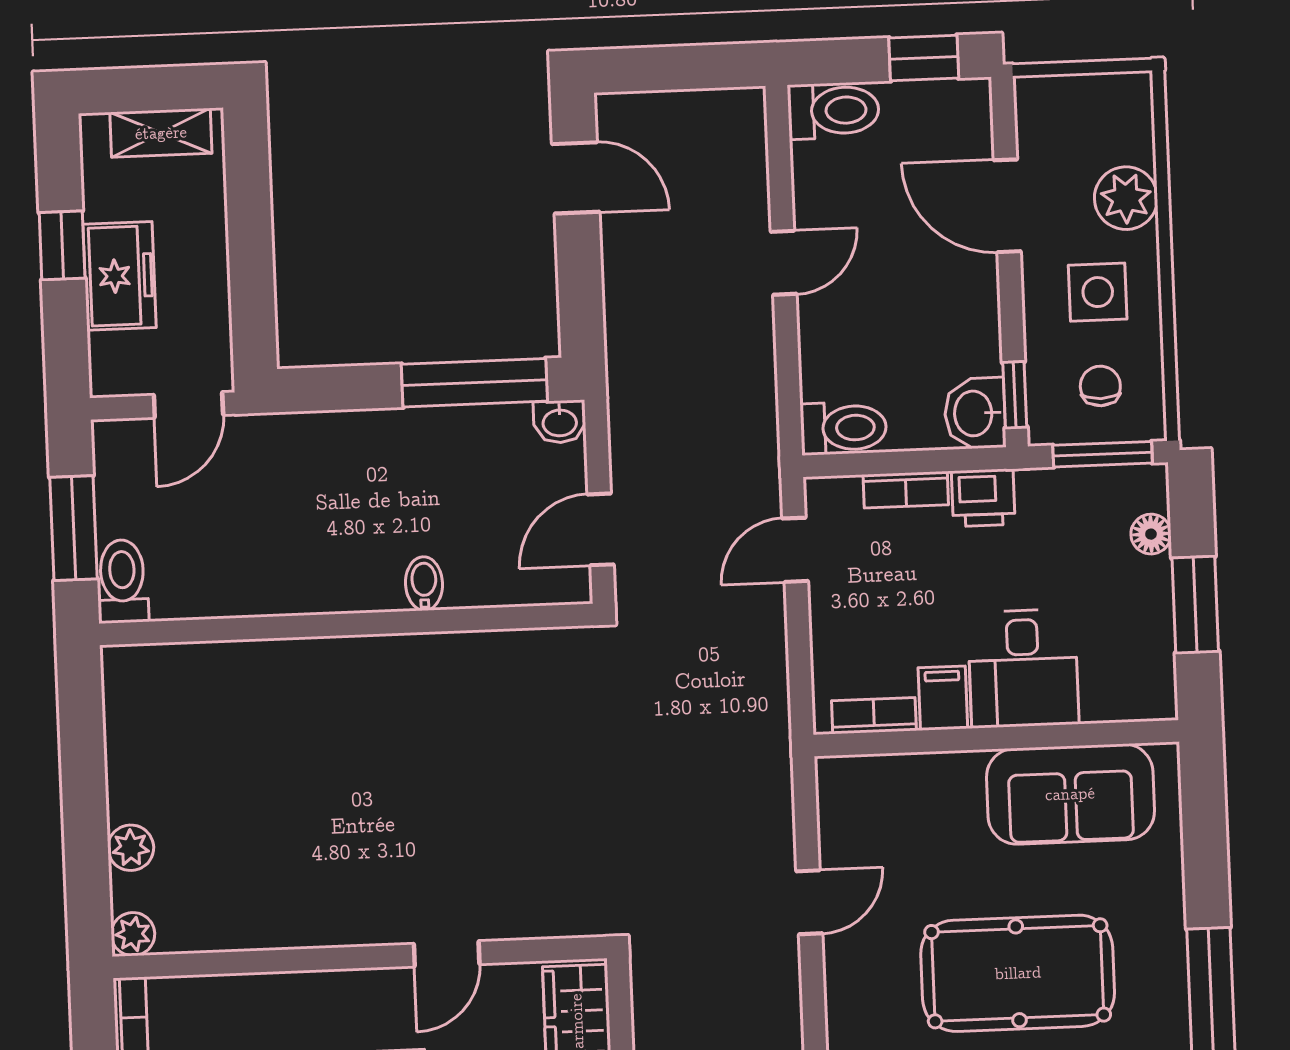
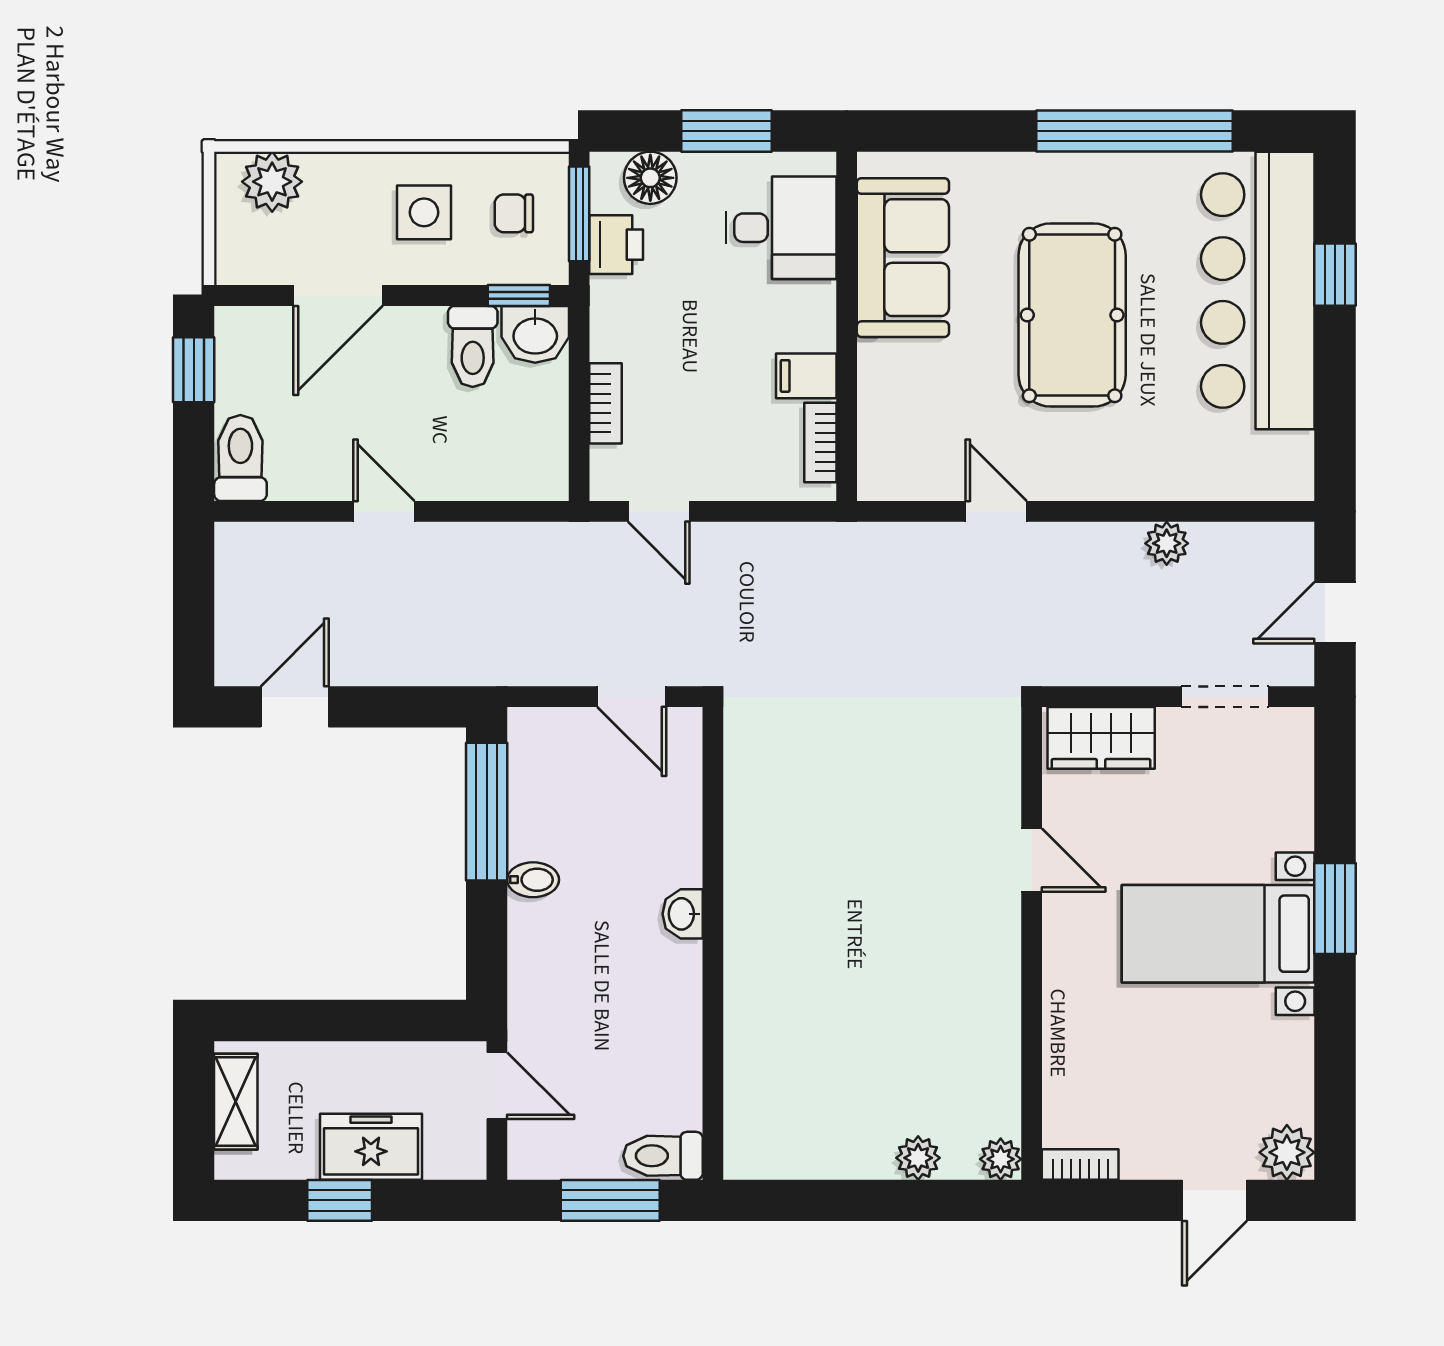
plant: (1126, 198) -> (272, 182), moved
washbasin: (560, 422) -> (683, 914), moved, turned 180
toilet: (843, 428) -> (473, 346), moved, turned 180
printer: (983, 498) -> (616, 245), moved
floor lamp: (1151, 534) -> (650, 178), width x1.37, depth x1.37
bidet: (424, 584) -> (533, 880), moved, turned 180
desk: (1023, 668) -> (781, 228), moved

